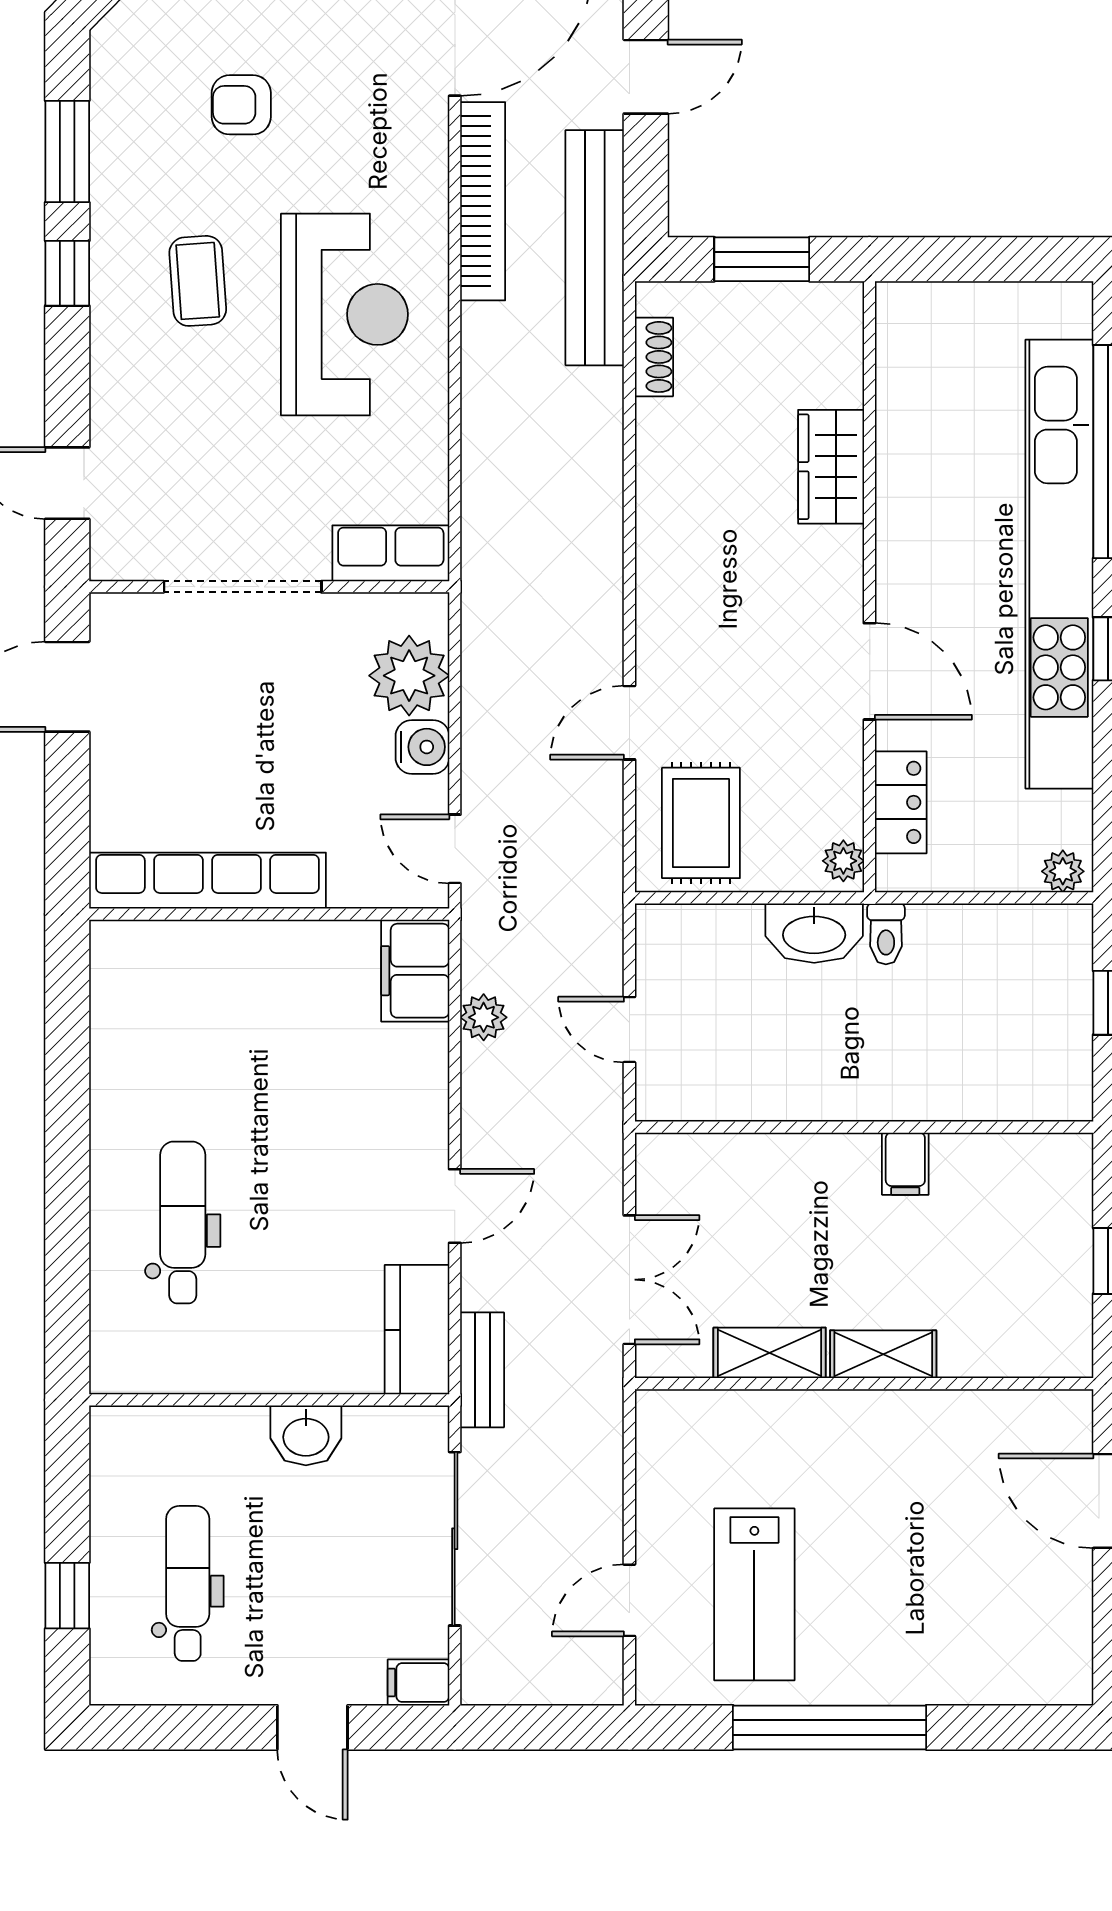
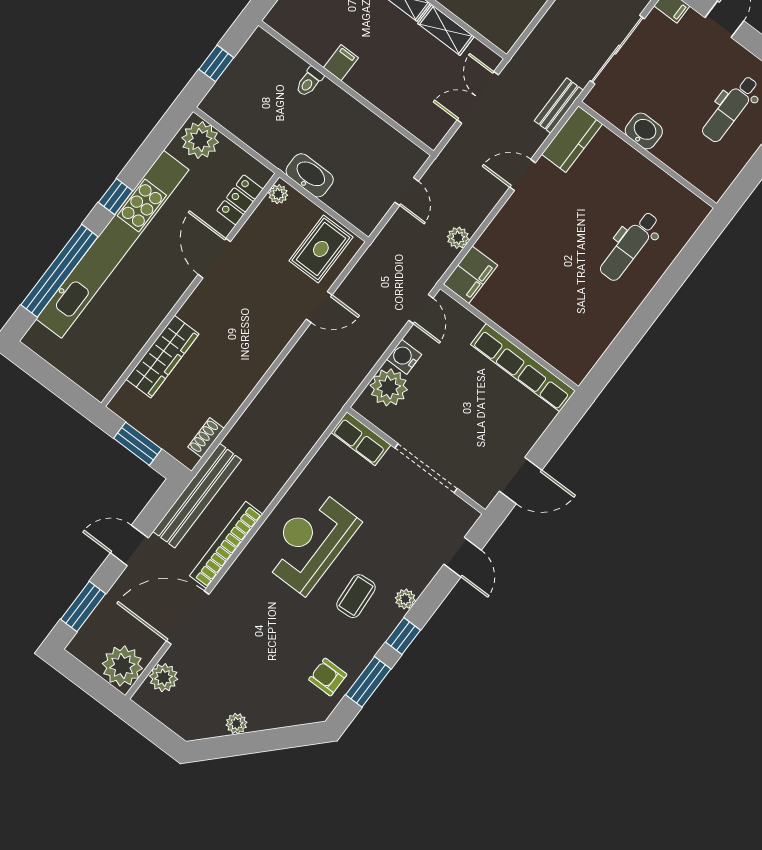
armchair: (241, 105) -> (328, 677), moved, turned 180
plant: (111, 339) -> (405, 599), added
wardrobe: (831, 467) -> (162, 357), width x1.50
plant: (1063, 871) -> (200, 140), width x1.88, depth x1.88
toilet: (886, 934) -> (309, 82), moved, turned 180

